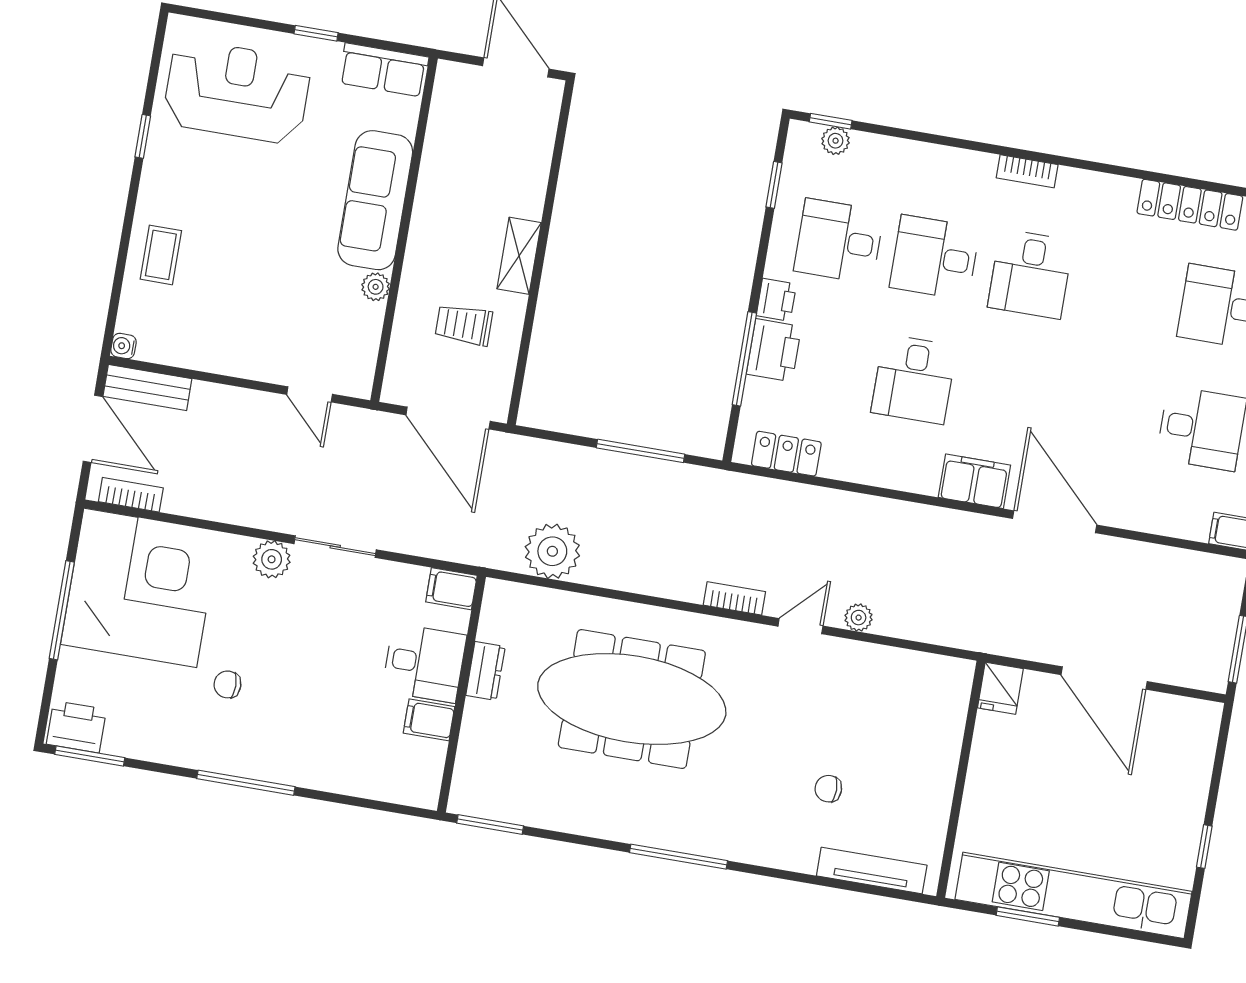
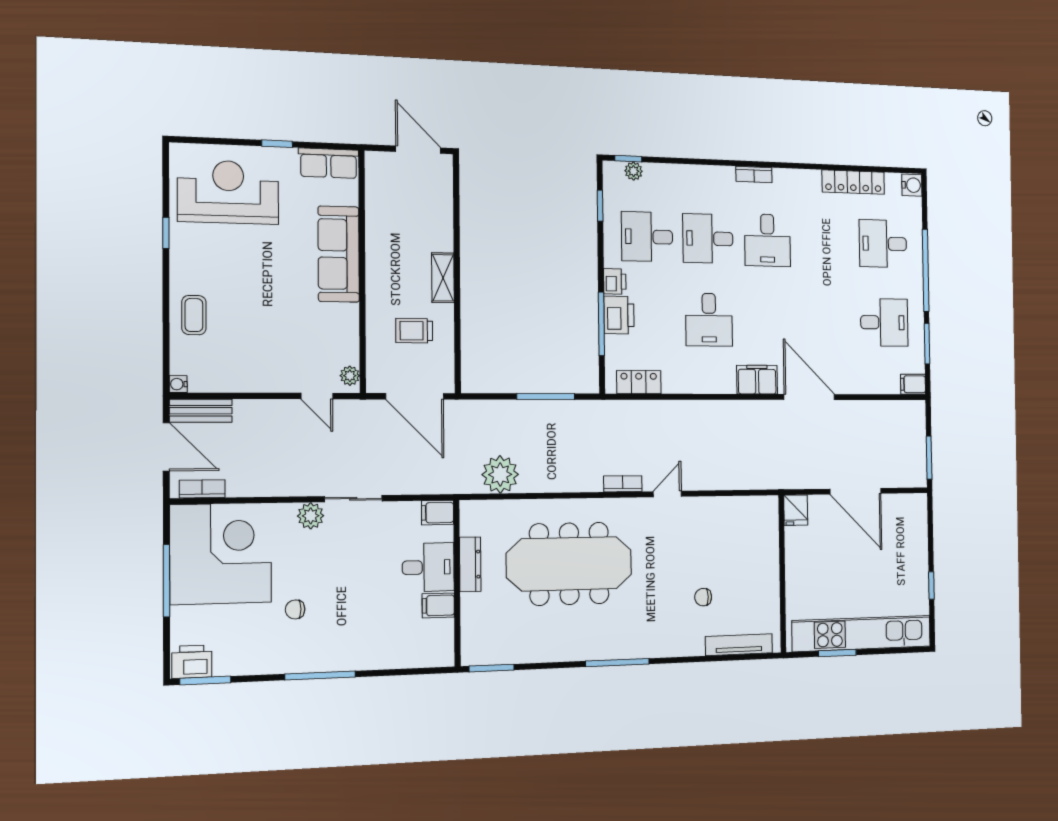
plant: (376, 287) -> (350, 376), moved
plant: (859, 618) -> (702, 481), removed
dresser: (485, 671) -> (470, 564), width x1.44

